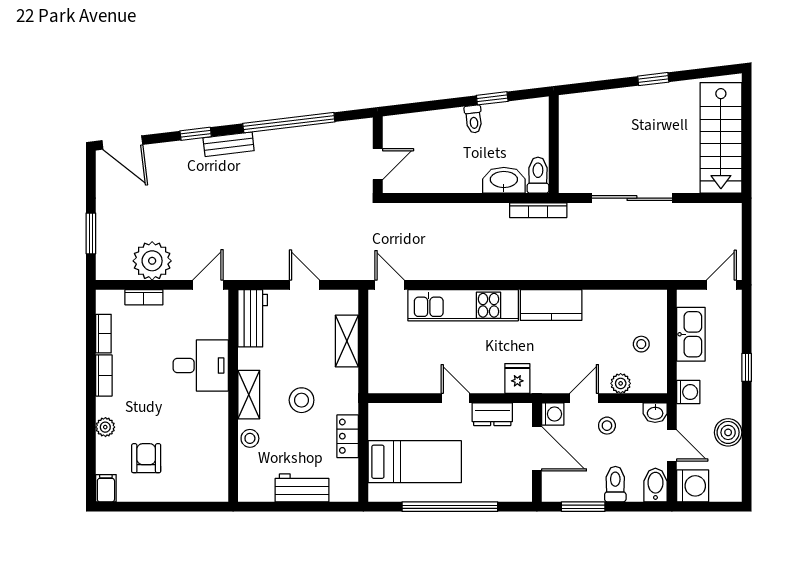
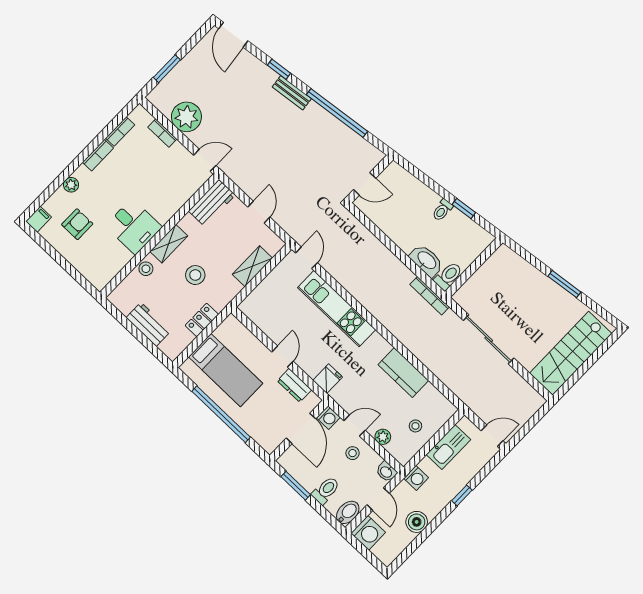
window: (653, 79) -> (564, 284), width x1.50
kitchen counter: (551, 305) -> (403, 372), moved
desk: (201, 366) -> (134, 226), moved

